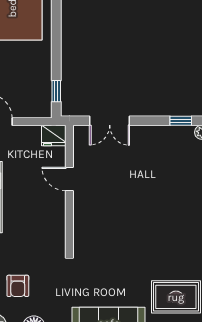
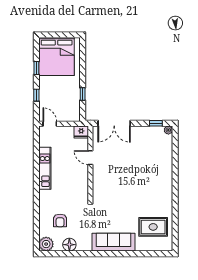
window: (56, 91) -> (83, 94), moved
double door: (110, 121) -> (114, 123), width x1.37

